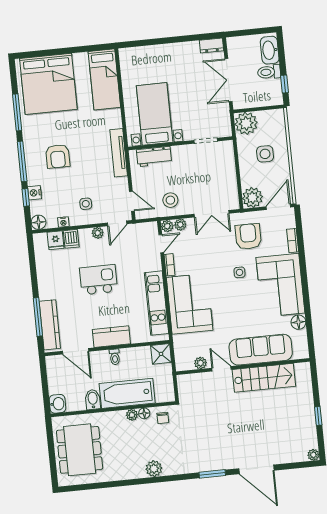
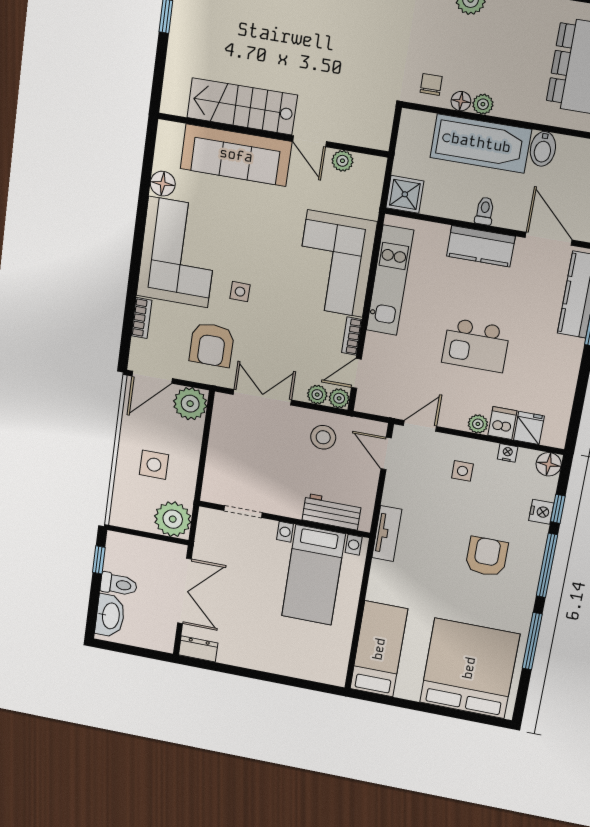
tv unit: (119, 153) -> (387, 534), width x0.71
plant: (98, 233) -> (478, 424), moved

